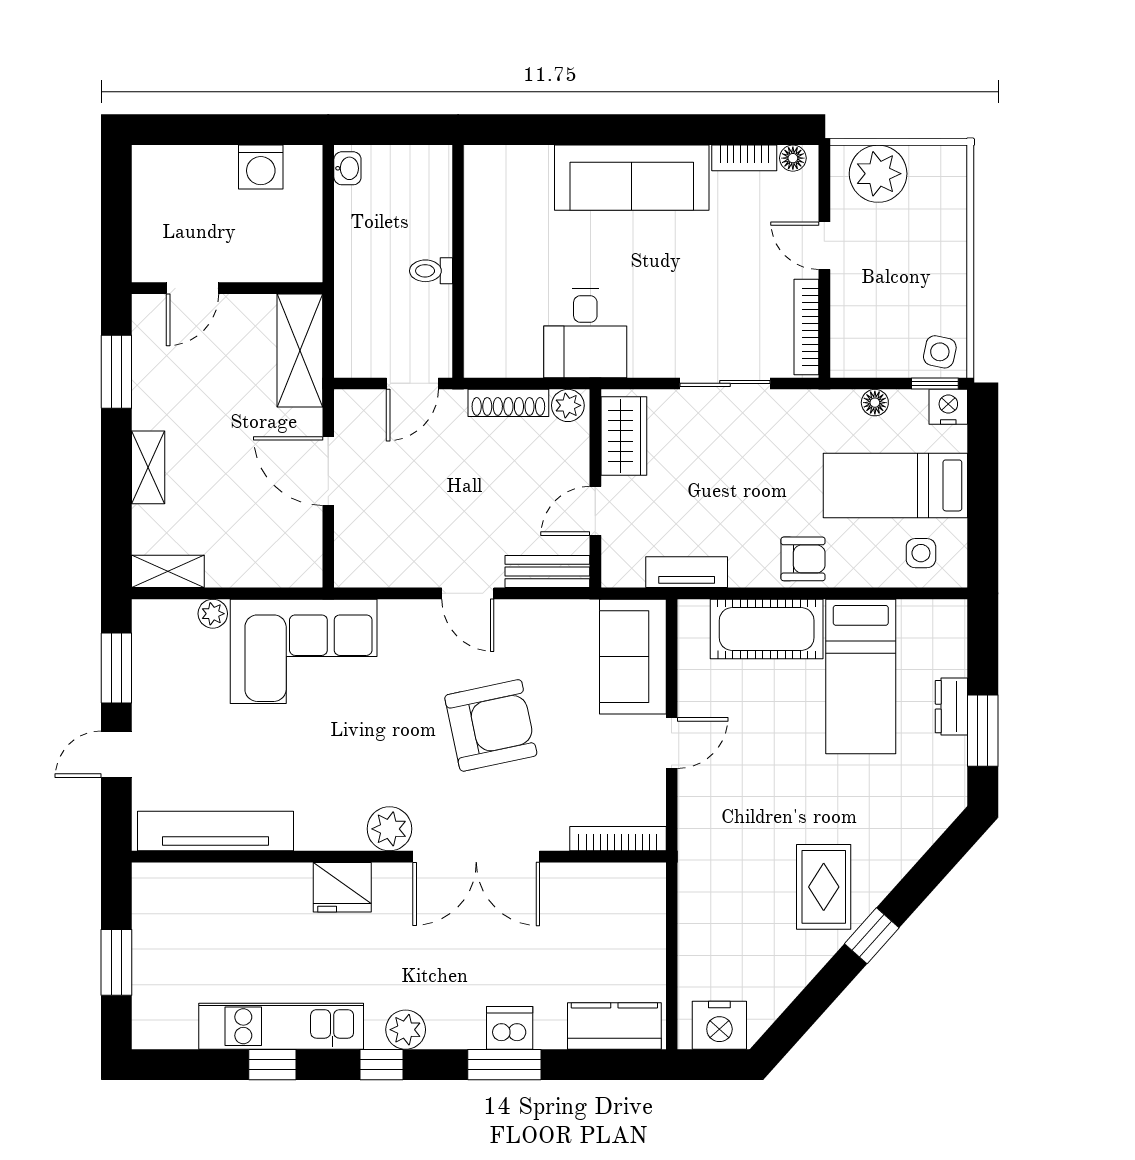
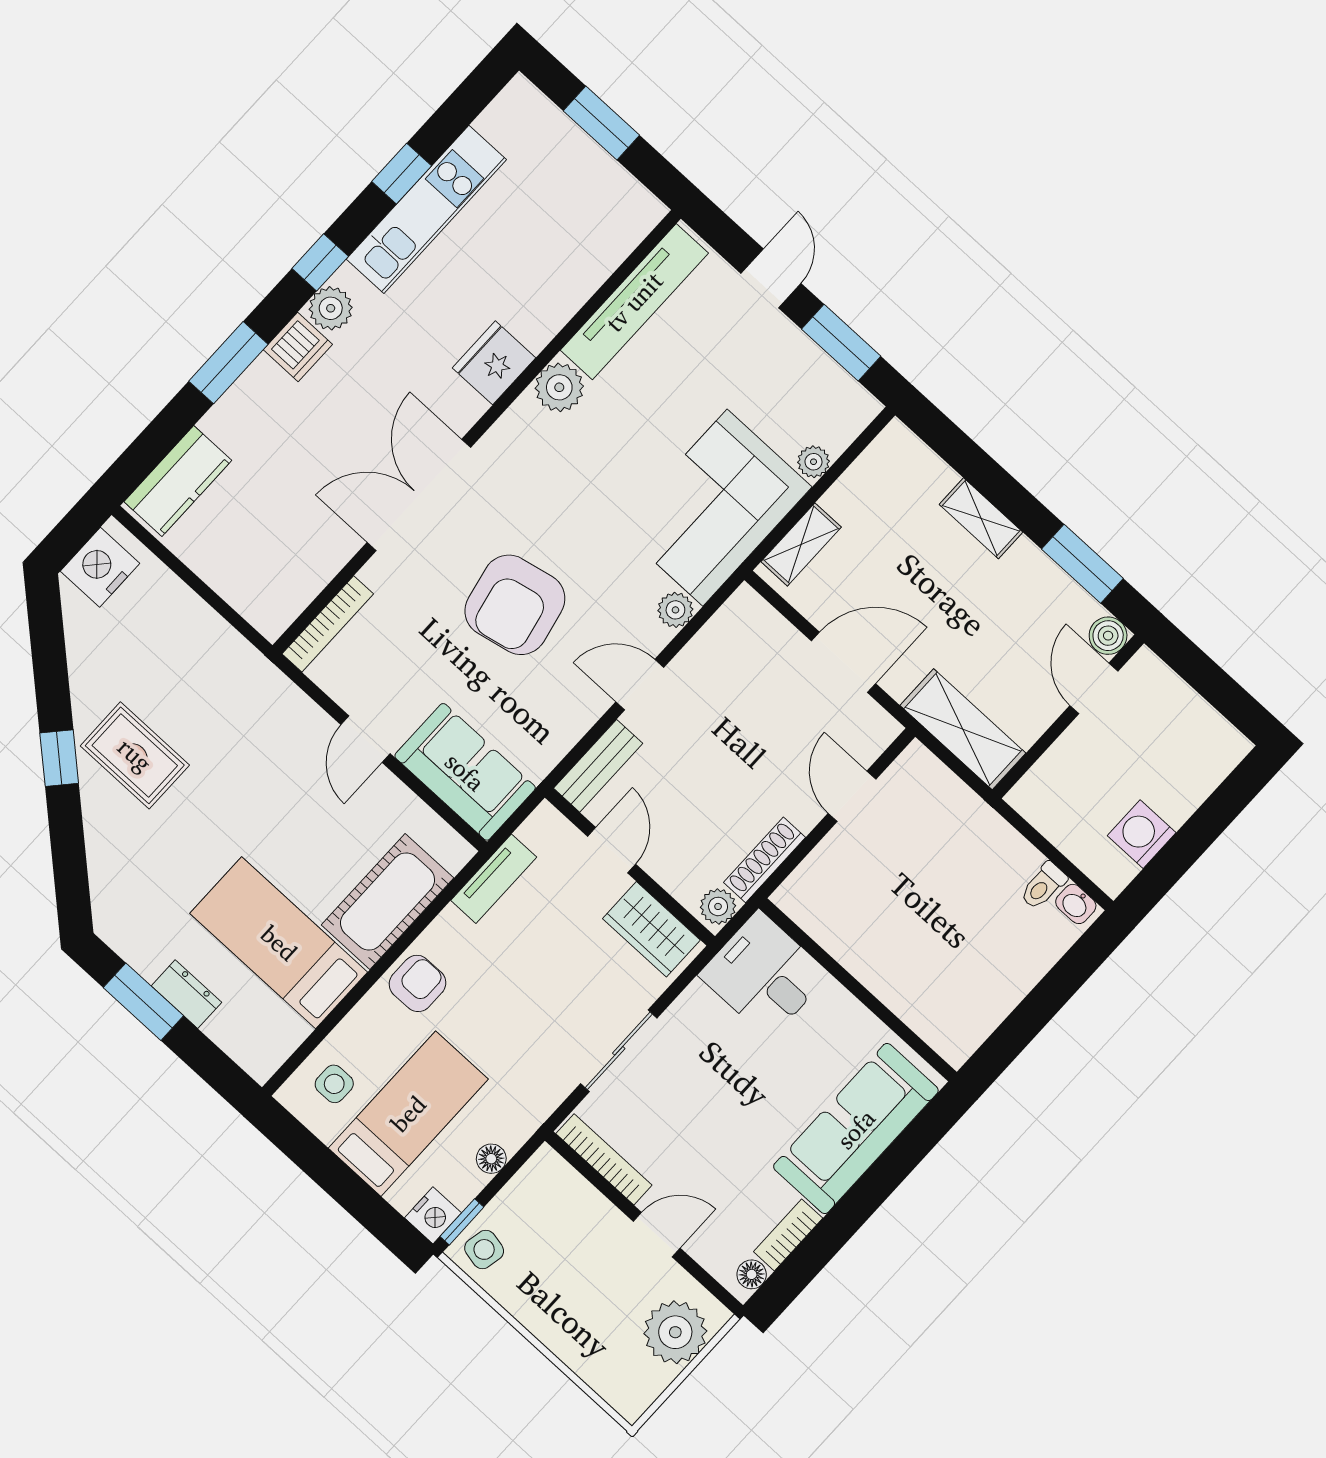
wall: (458, 261) -> (858, 990), moved
toilet: (431, 271) -> (1043, 886), moved, turned 180
boiler: (149, 311) -> (1108, 636), added
armchair: (803, 559) -> (418, 983), turned 180
shelving: (168, 571) -> (801, 544), moved
plant: (396, 615) -> (675, 610), added
plant: (389, 829) -> (559, 387), moved
dishwasher: (510, 1028) -> (298, 347), moved

